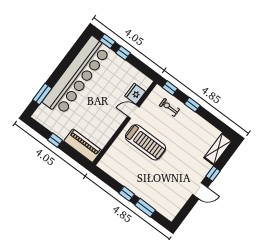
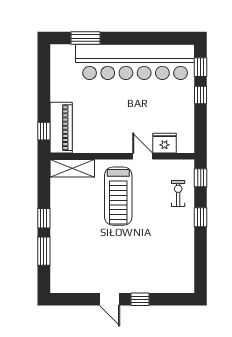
window: (55, 140) -> (44, 131), moved
shelving: (218, 149) -> (72, 168), moved

